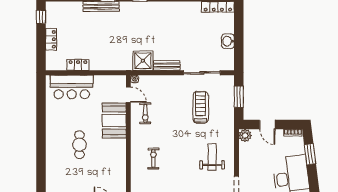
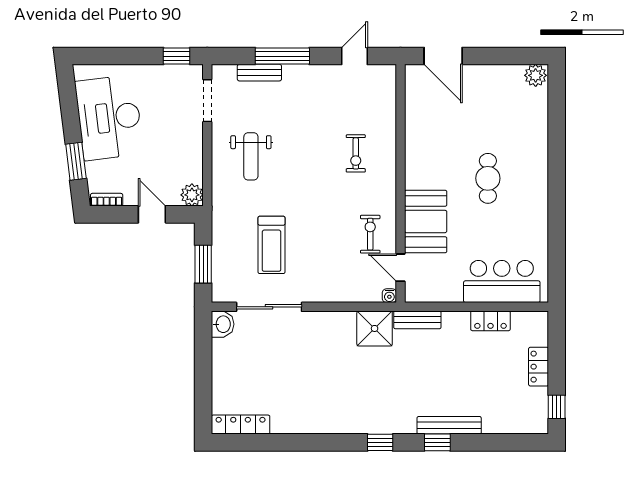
washbasin: (228, 41) -> (223, 324), moved
bench: (167, 65) -> (417, 320), moved

